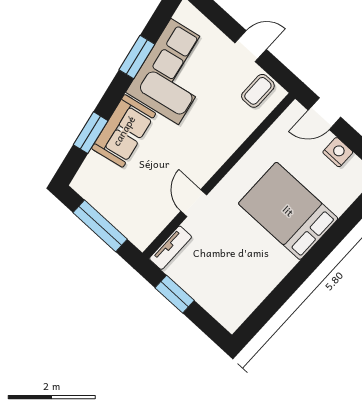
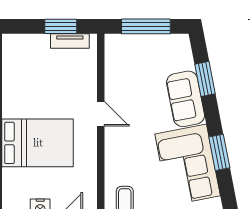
door: (194, 203) -> (101, 114), moved
tv unit: (171, 248) -> (70, 41), moved, turned -90

